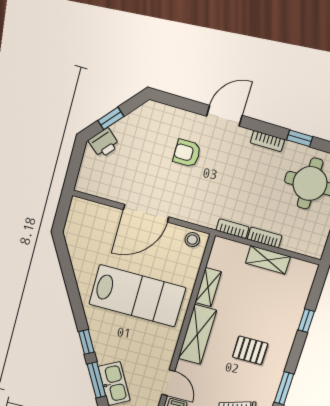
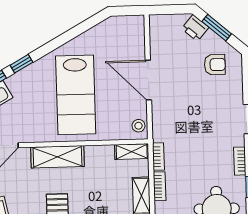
window: (111, 118) -> (217, 28), width x1.50
armchair: (187, 153) -> (215, 65), moved, turned 90
shelving: (208, 287) -> (132, 152), moved

